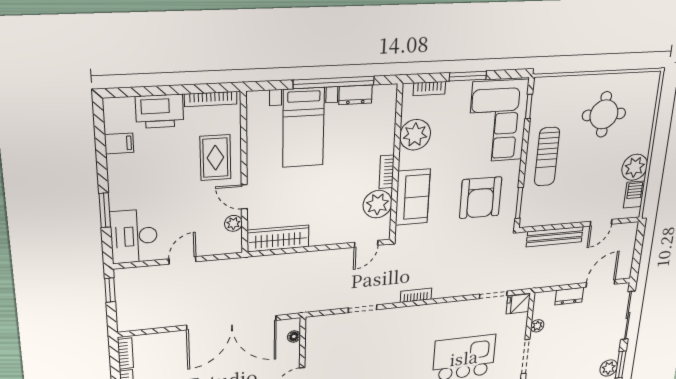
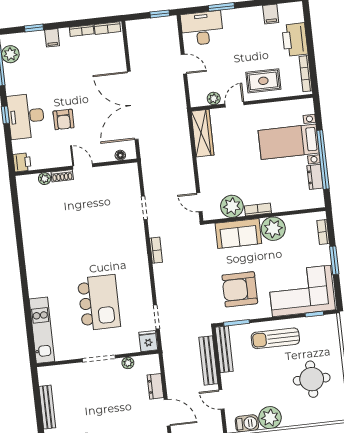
plant: (415, 135) -> (273, 229), moved
bench: (546, 218) -> (224, 349), added

